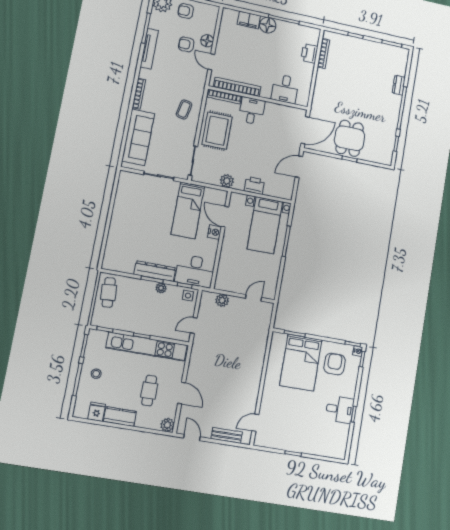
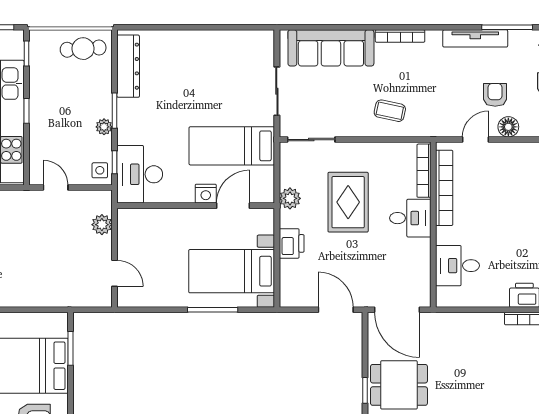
rug: (217, 131) -> (348, 202), moved, turned 90
dresser: (155, 271) -> (128, 66), moved

